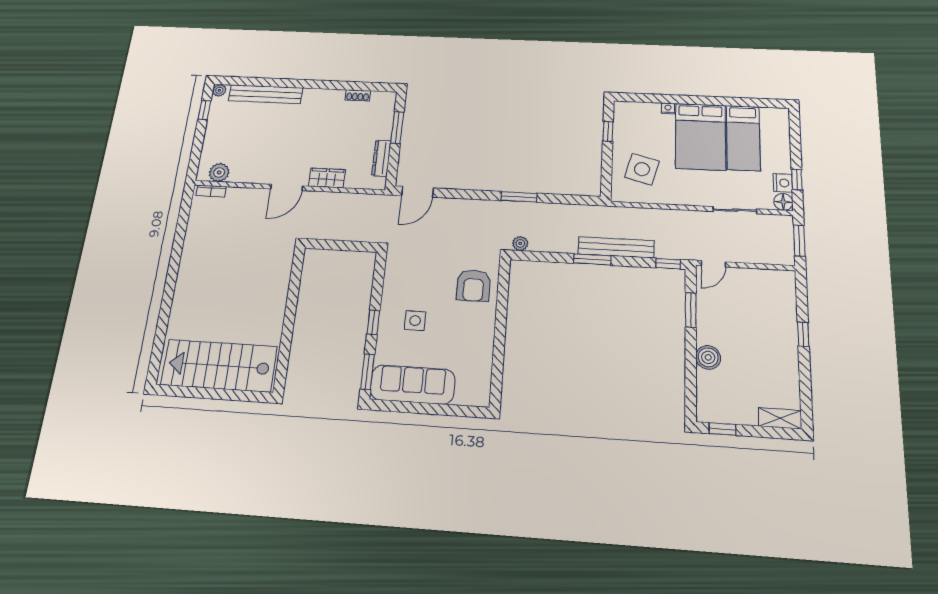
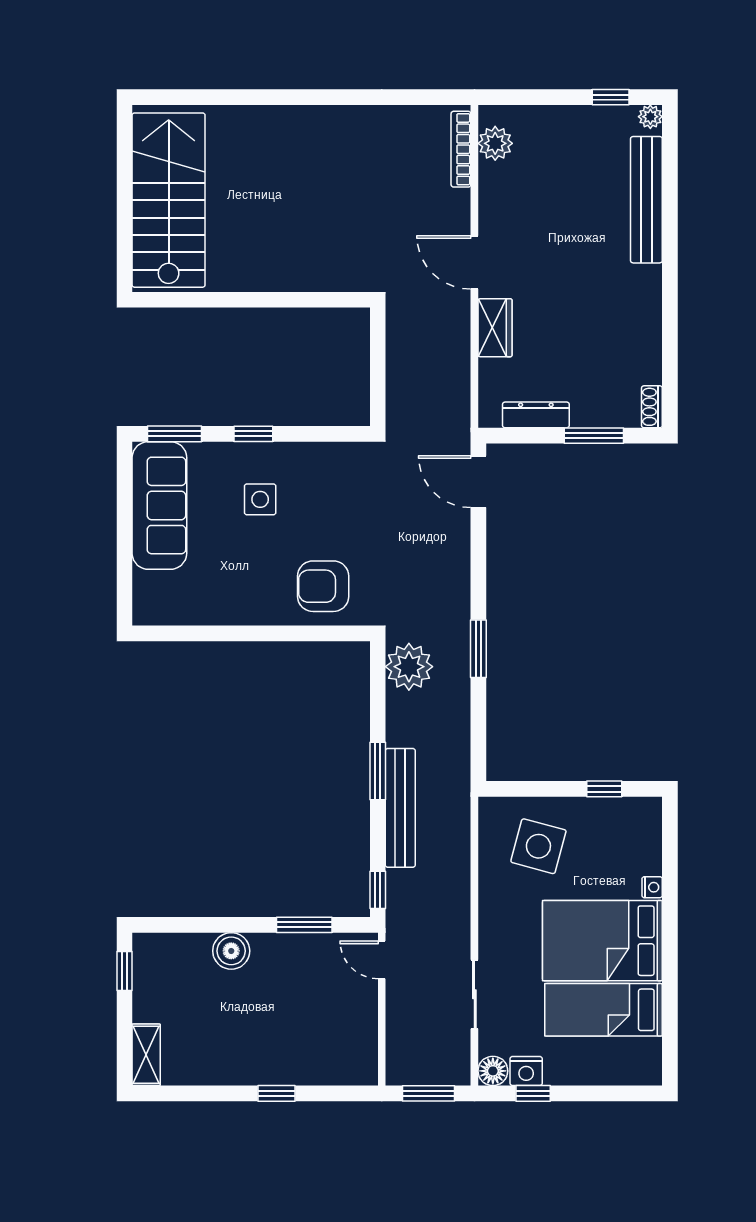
shoe rack: (358, 95) -> (652, 407), moved
bookcase: (211, 191) -> (461, 149), width x1.56
plant: (520, 243) -> (409, 667), width x1.88, depth x1.88

